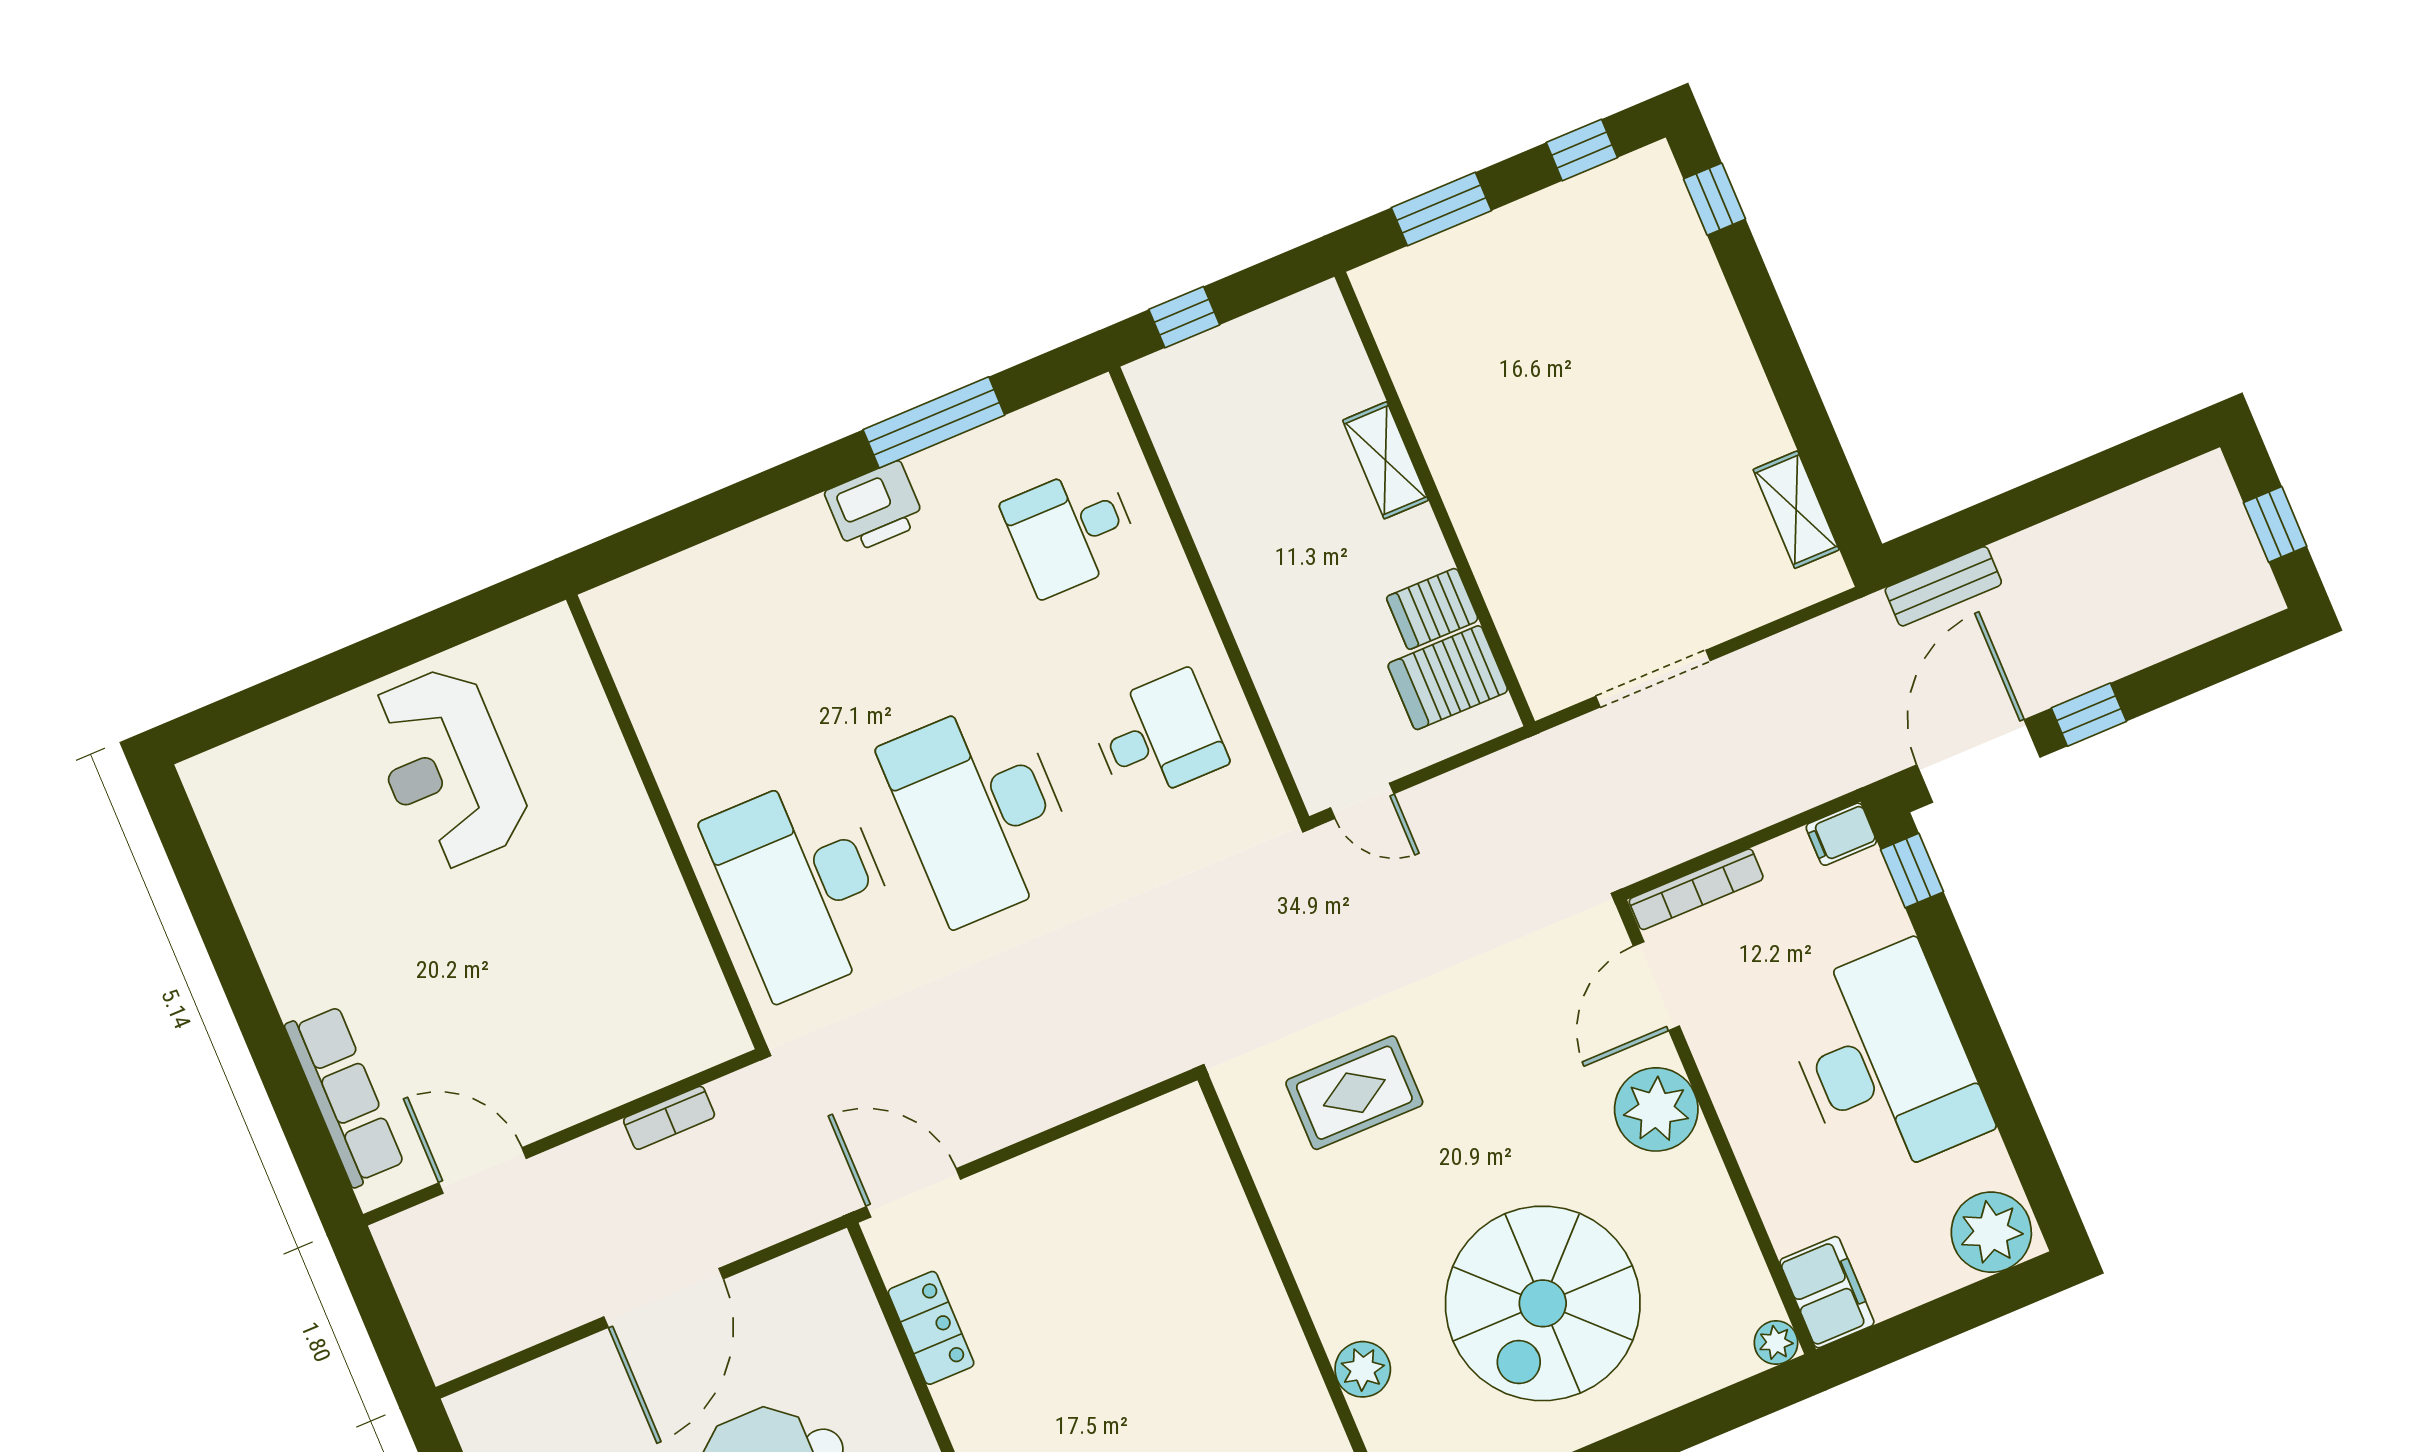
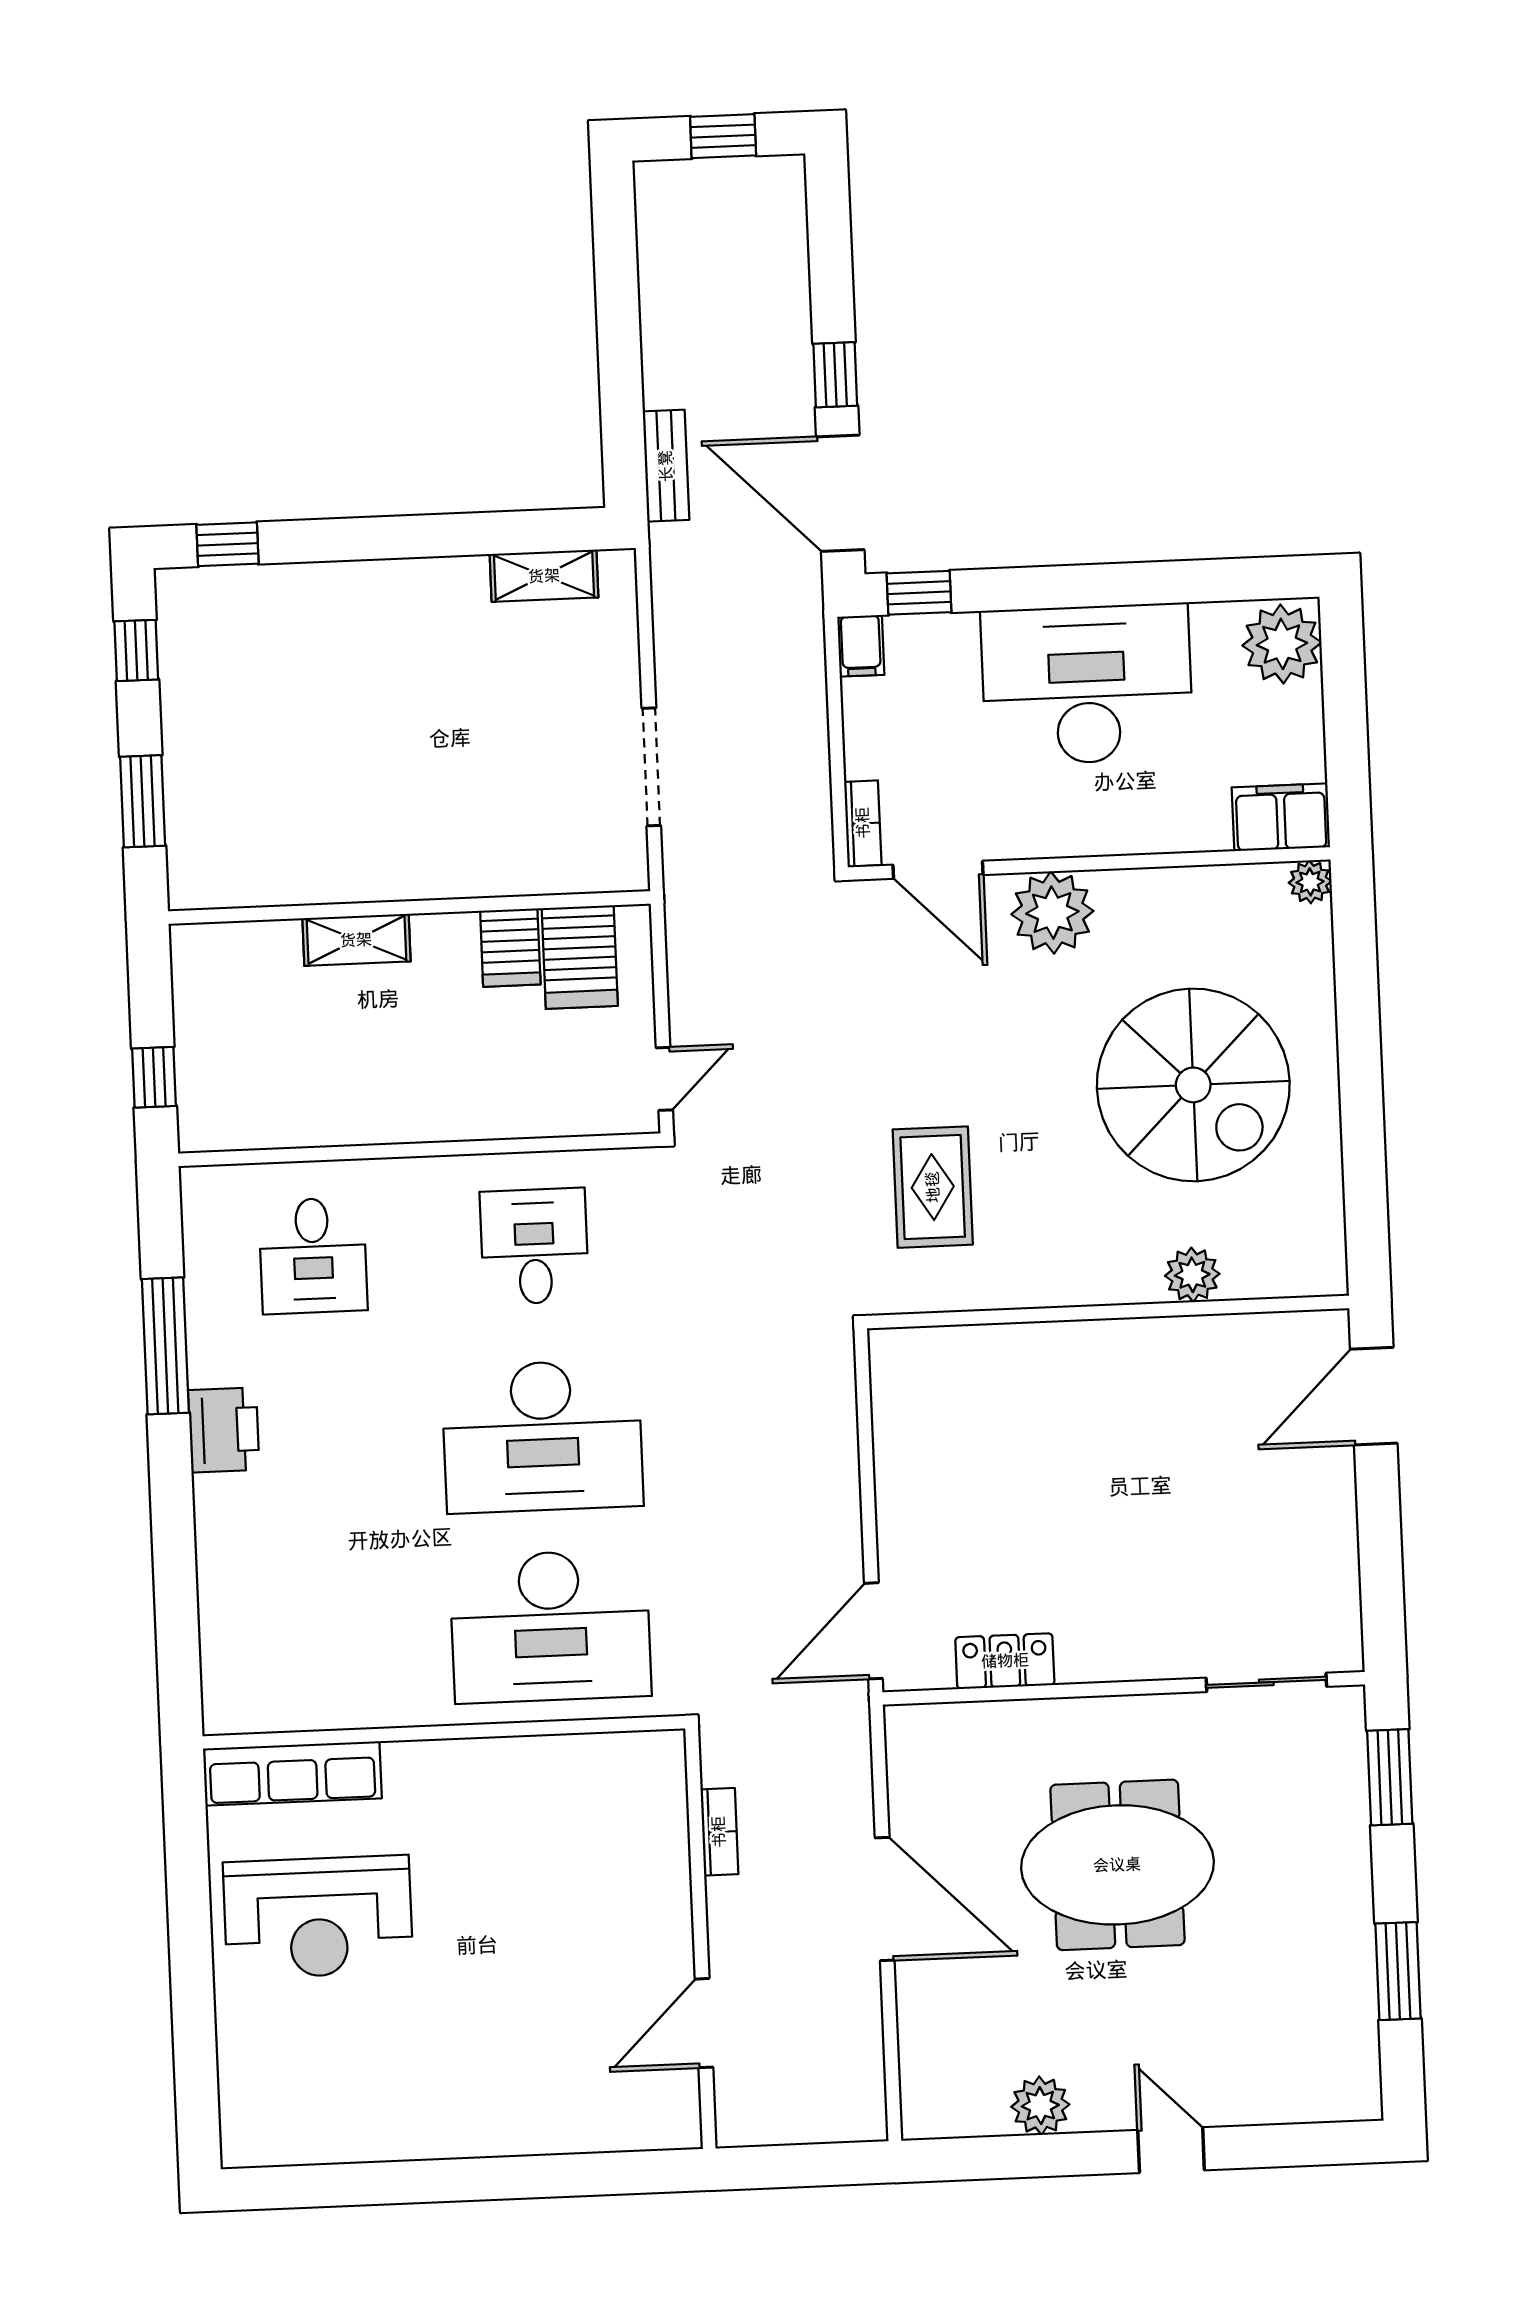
bookcase: (1696, 889) -> (863, 823), width x0.64
row of seats: (345, 1096) -> (292, 1773), moved, turned 180

